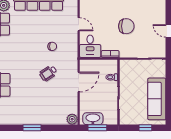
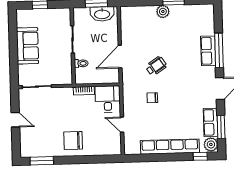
chair: (126, 26) -> (73, 141), moved
sofa: (157, 99) -> (28, 46), width x0.73
plant: (72, 119) -> (163, 12), moved

